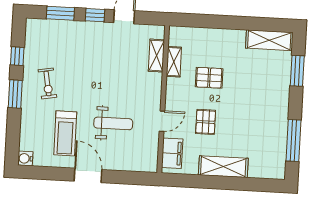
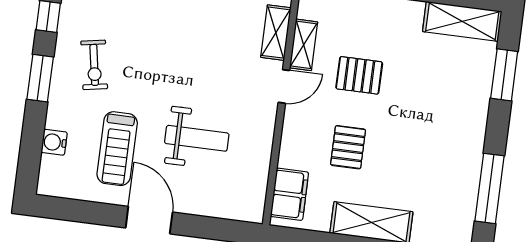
door: (162, 121) -> (284, 86), moved
water cooler: (25, 158) -> (54, 142), moved

